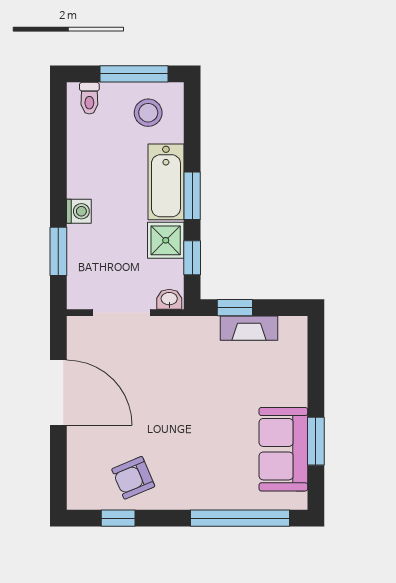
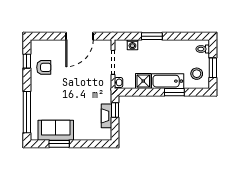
window: (134, 74) -> (213, 68), width x0.69
window: (192, 196) -> (174, 92), moved
washing machine: (79, 211) -> (132, 45), moved
window: (58, 251) -> (152, 36), moved
window: (192, 258) -> (136, 92), removed
armchair: (133, 478) -> (44, 67), turned 113

